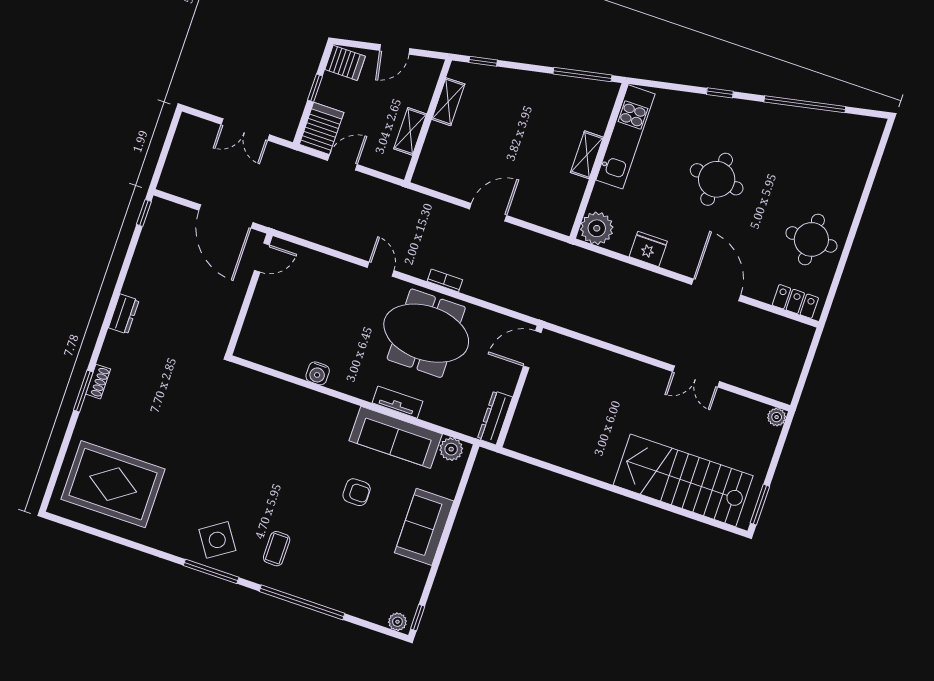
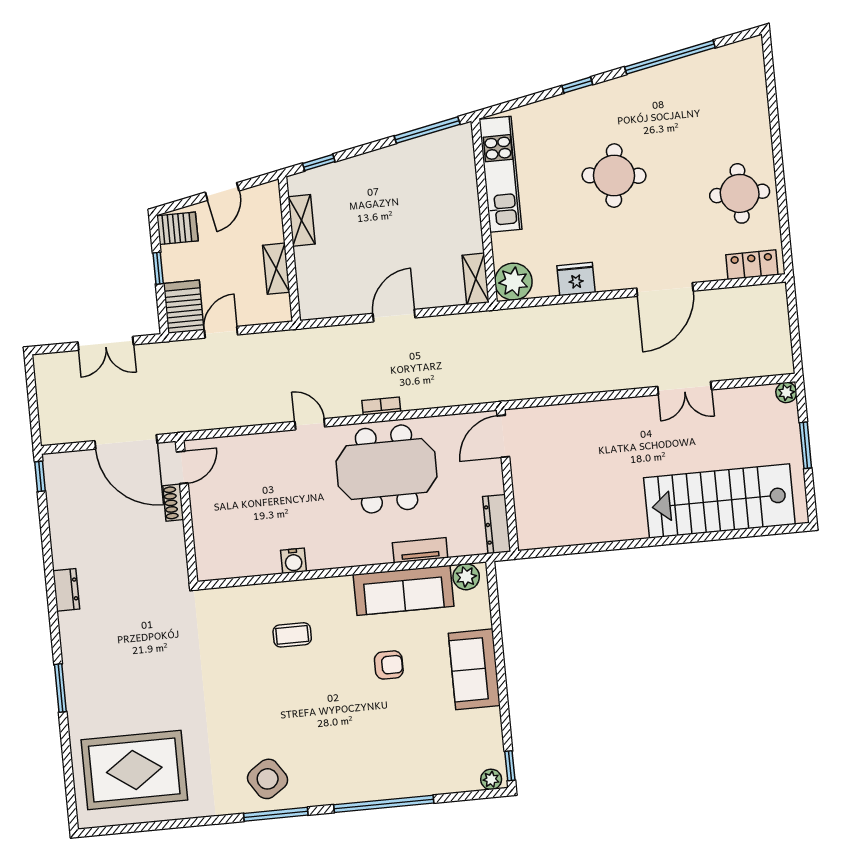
shelving: (587, 155) -> (476, 279), moved
door: (716, 290) -> (665, 290), swing flipped
shoe rack: (98, 382) -> (173, 503), moved, turned 180
tv unit: (397, 402) -> (420, 550), moved
window: (760, 505) -> (806, 445), moved
coffee table: (277, 549) -> (292, 635), moved, turned 90

